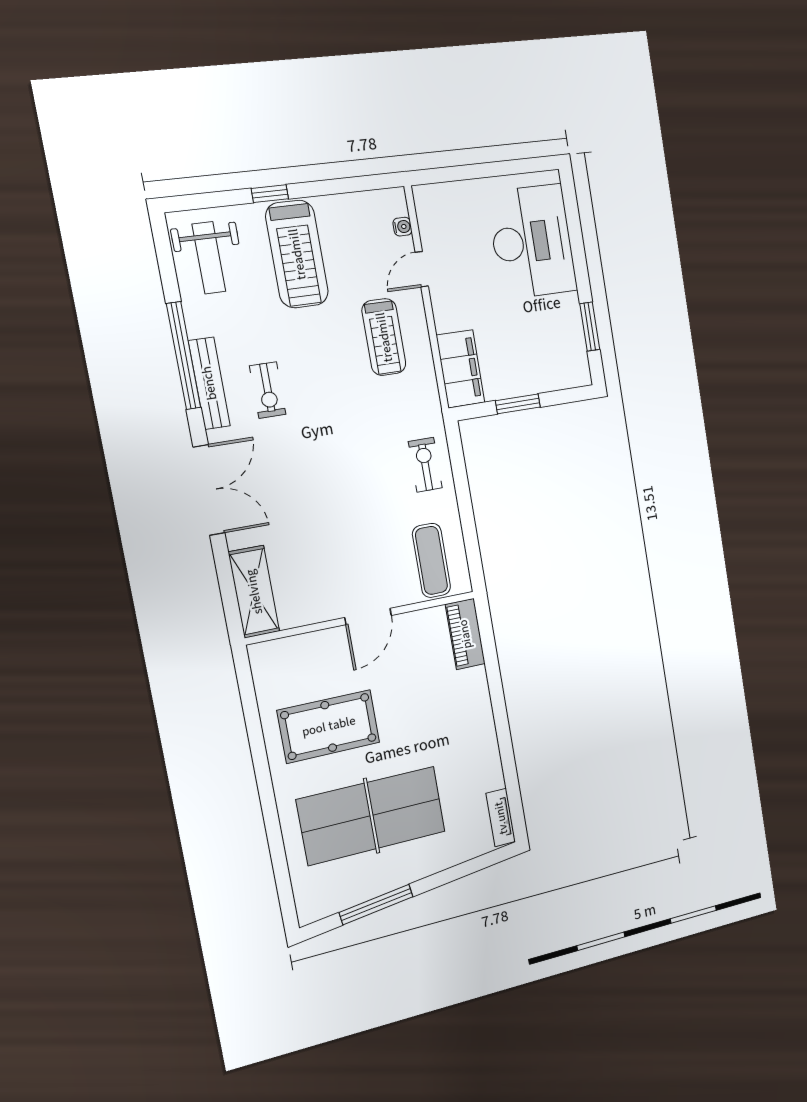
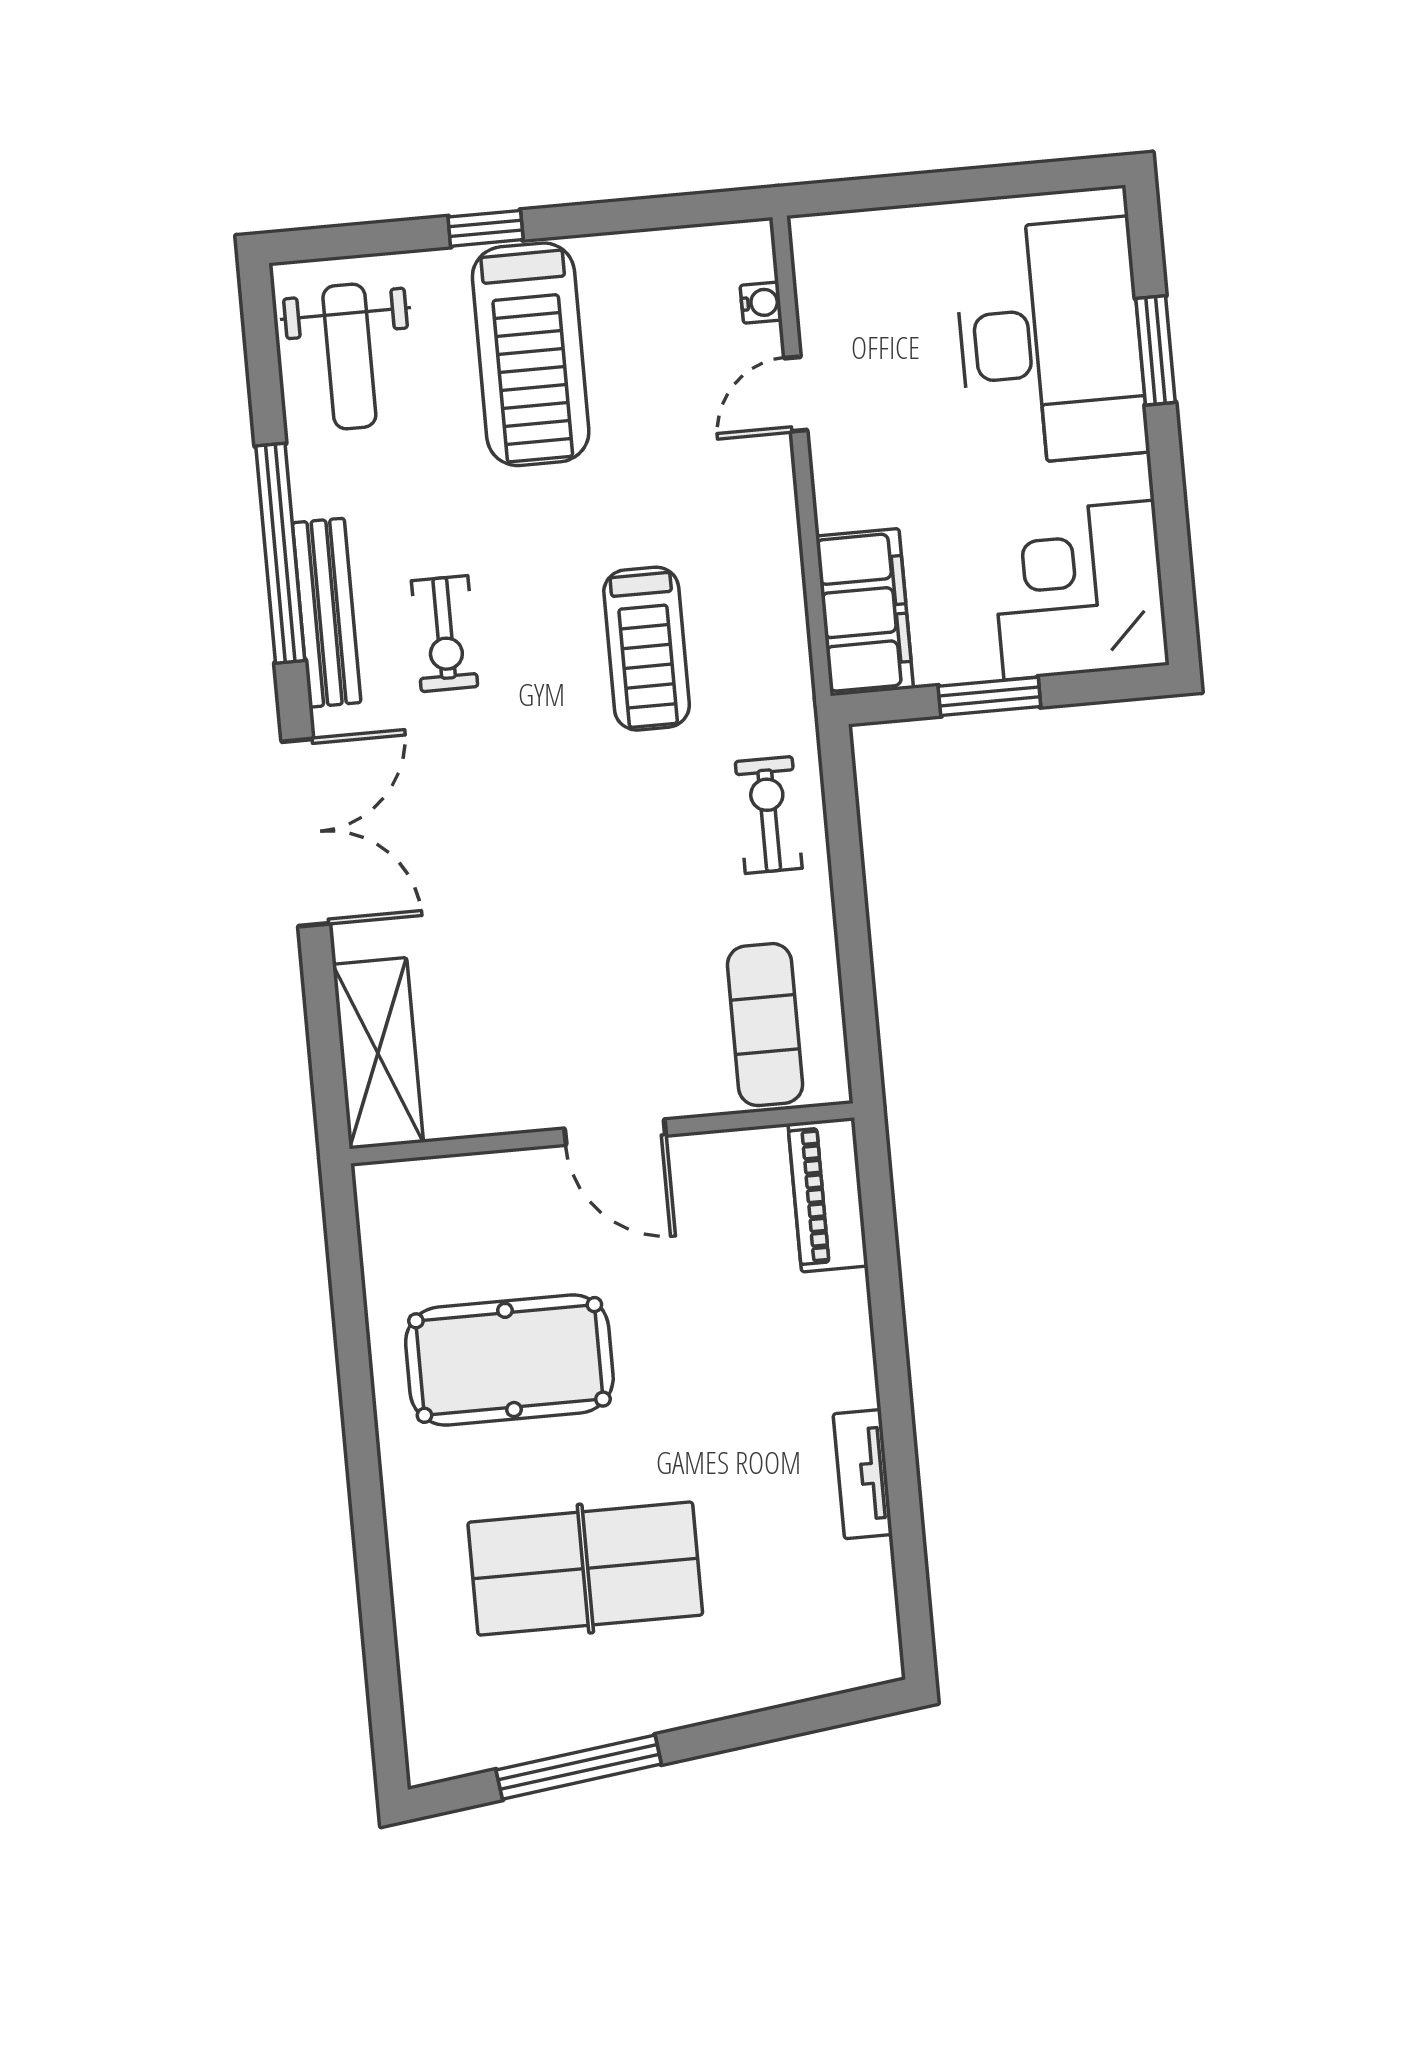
window: (590, 326) -> (1156, 350), moved
treadmill: (384, 337) -> (647, 649), moved
corner desk: (553, 354) -> (1079, 590), added
door: (368, 616) -> (615, 1132), hinge flipped
table tennis table: (372, 816) -> (585, 1569), width x0.73, depth x0.76
tv unit: (501, 818) -> (863, 1474), moved

